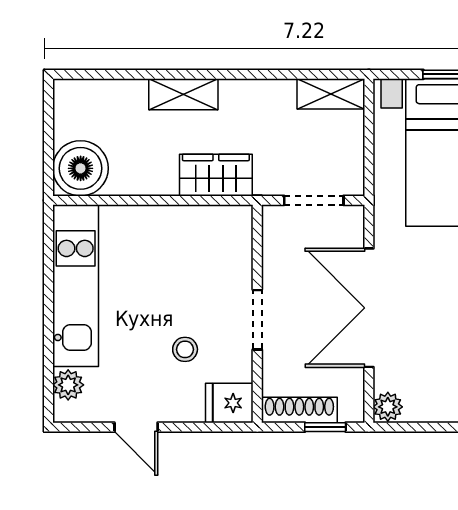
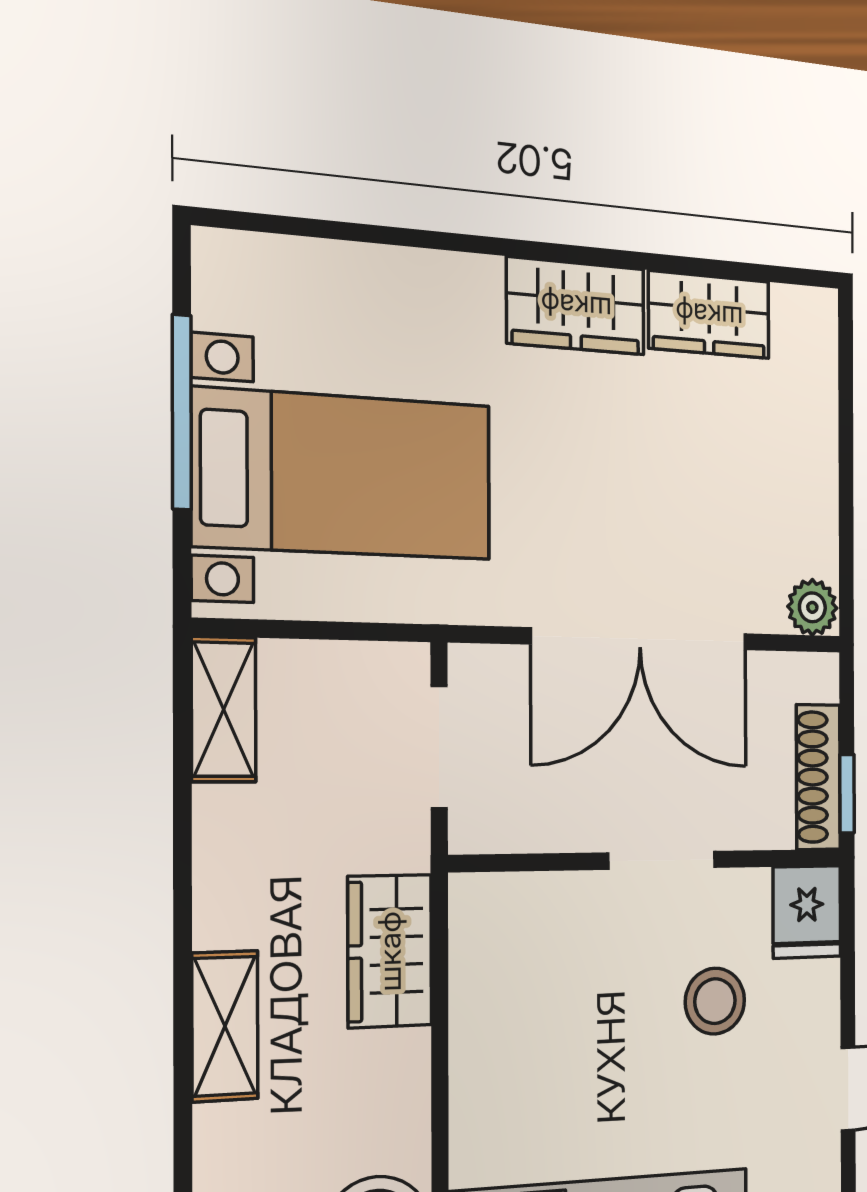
stool: (185, 349) -> (715, 1001), width x1.37, depth x1.37
window: (325, 427) -> (847, 794), moved

